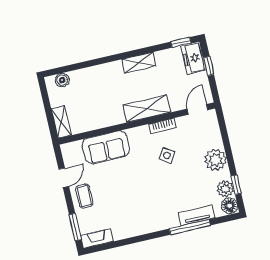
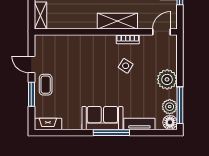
sofa: (106, 147) -> (102, 118), moved, turned 180
door: (64, 178) -> (31, 64), swing flipped
window: (236, 185) -> (180, 105), width x2.17
window: (75, 227) -> (31, 94), moved
window: (190, 227) -> (111, 133), moved

